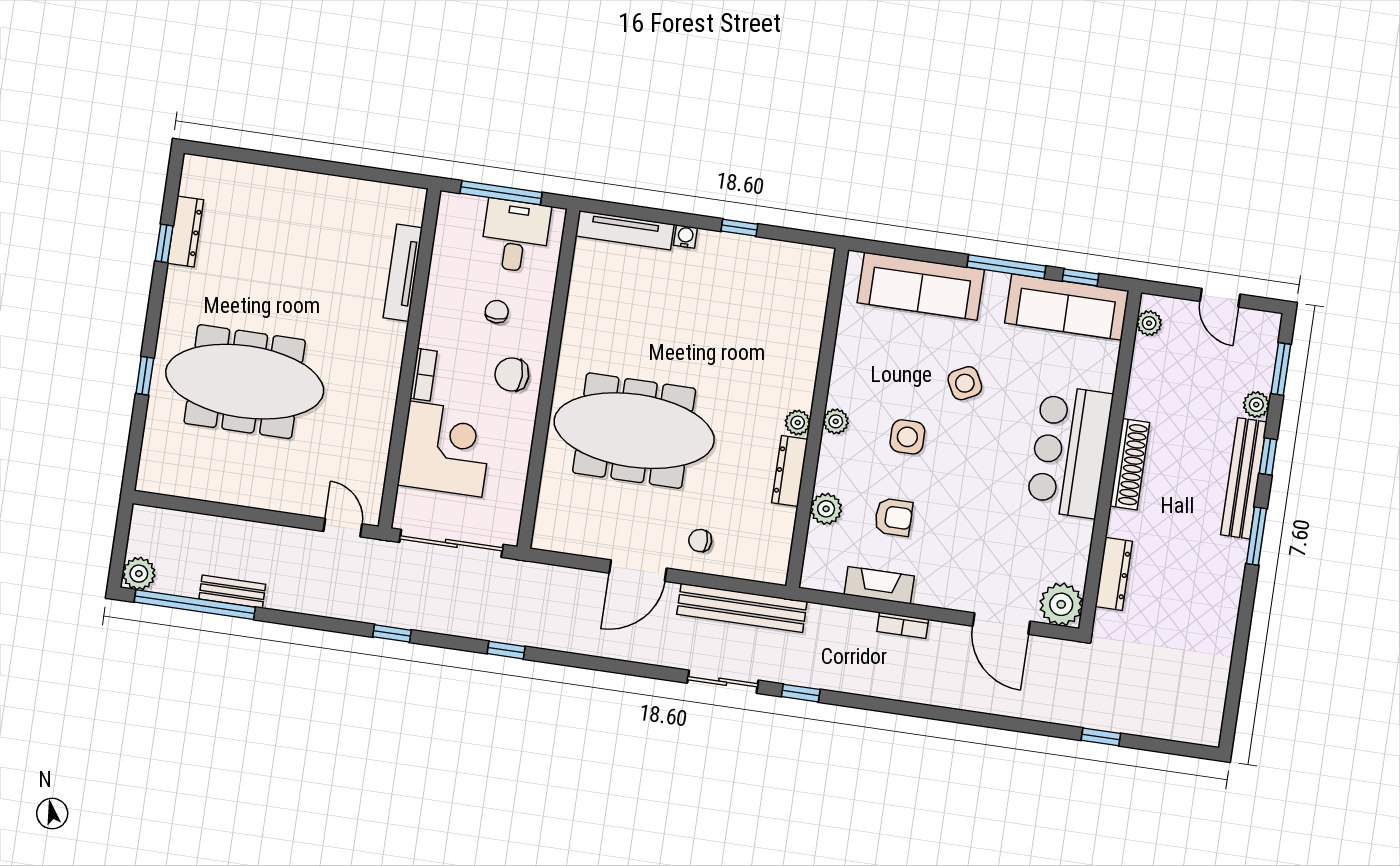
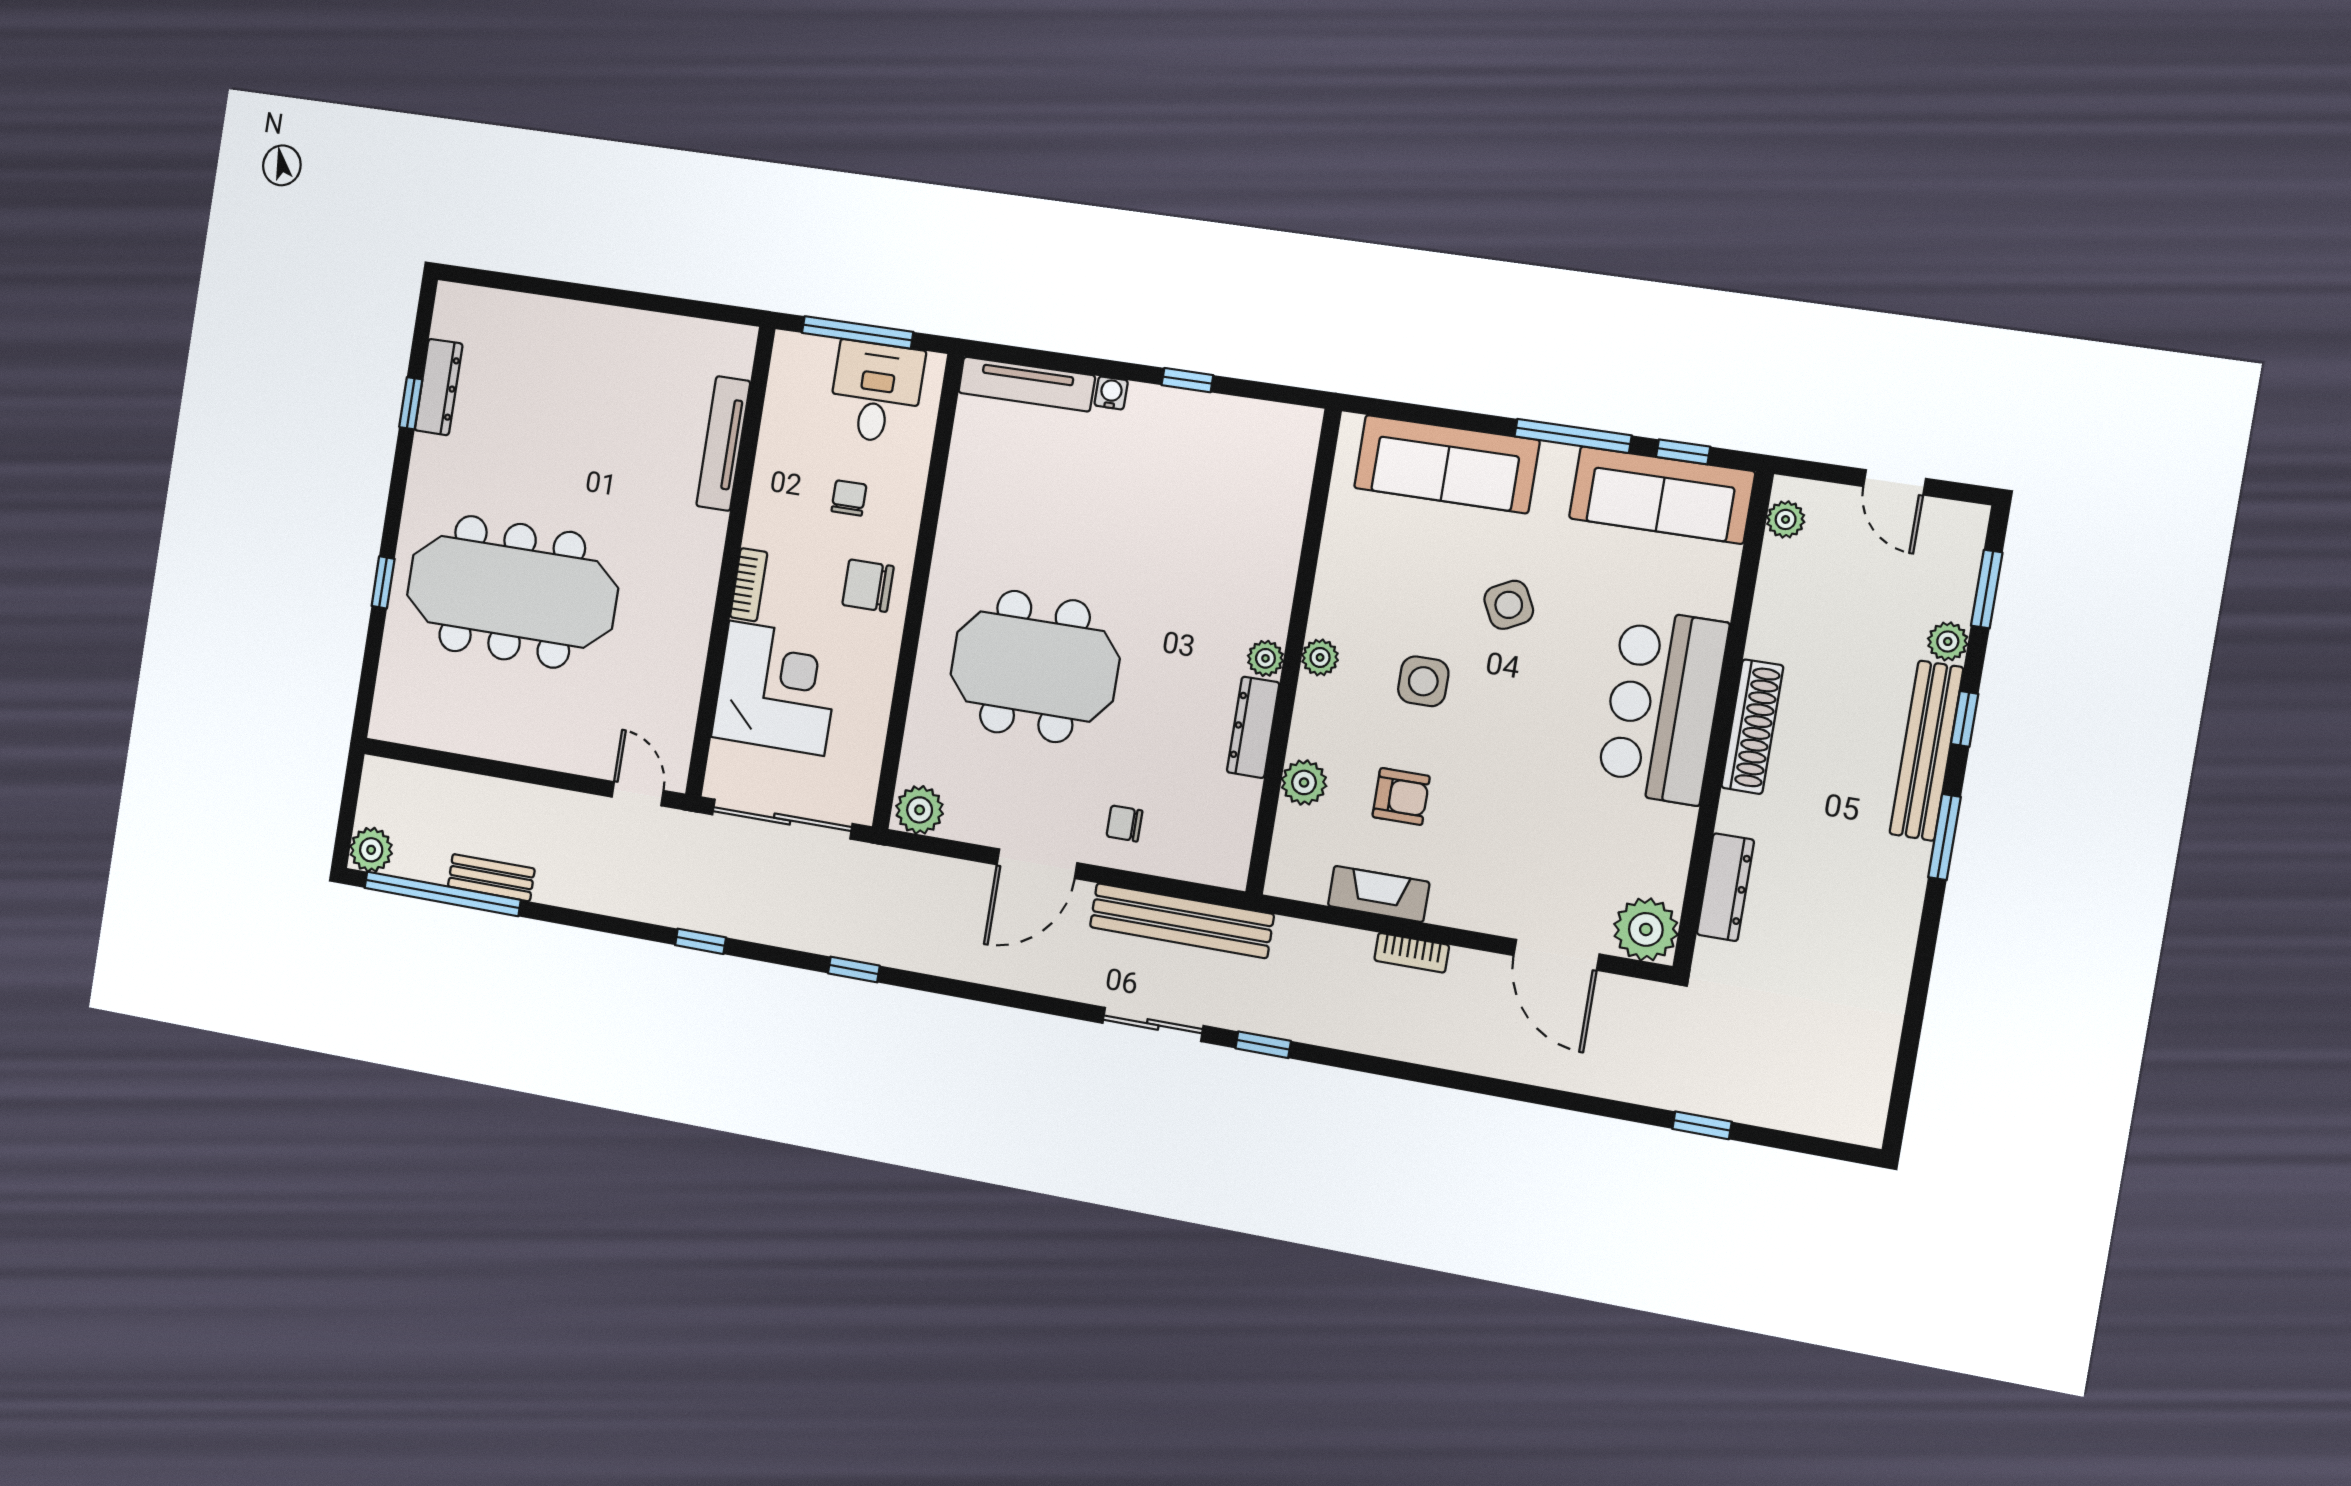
meeting table: (634, 431) -> (1035, 666), width x0.73
plant: (552, 534) -> (920, 810), added

